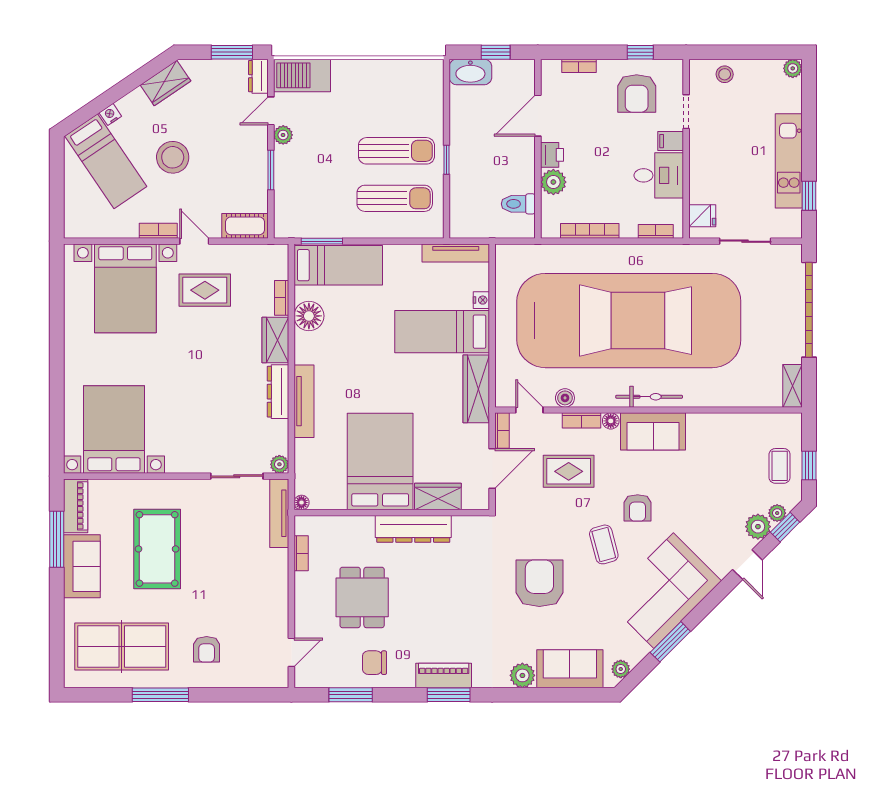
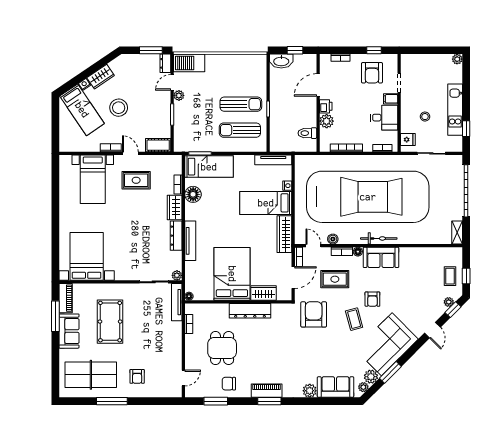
stool: (725, 74) -> (425, 117), moved
wardrobe: (165, 83) -> (101, 77), moved
sun lounger: (395, 198) -> (240, 130), turned 180
bed with nightstands: (125, 288) -> (93, 179), width x0.73
plant: (758, 527) -> (371, 377), moved
armchair: (539, 583) -> (314, 314), moved

